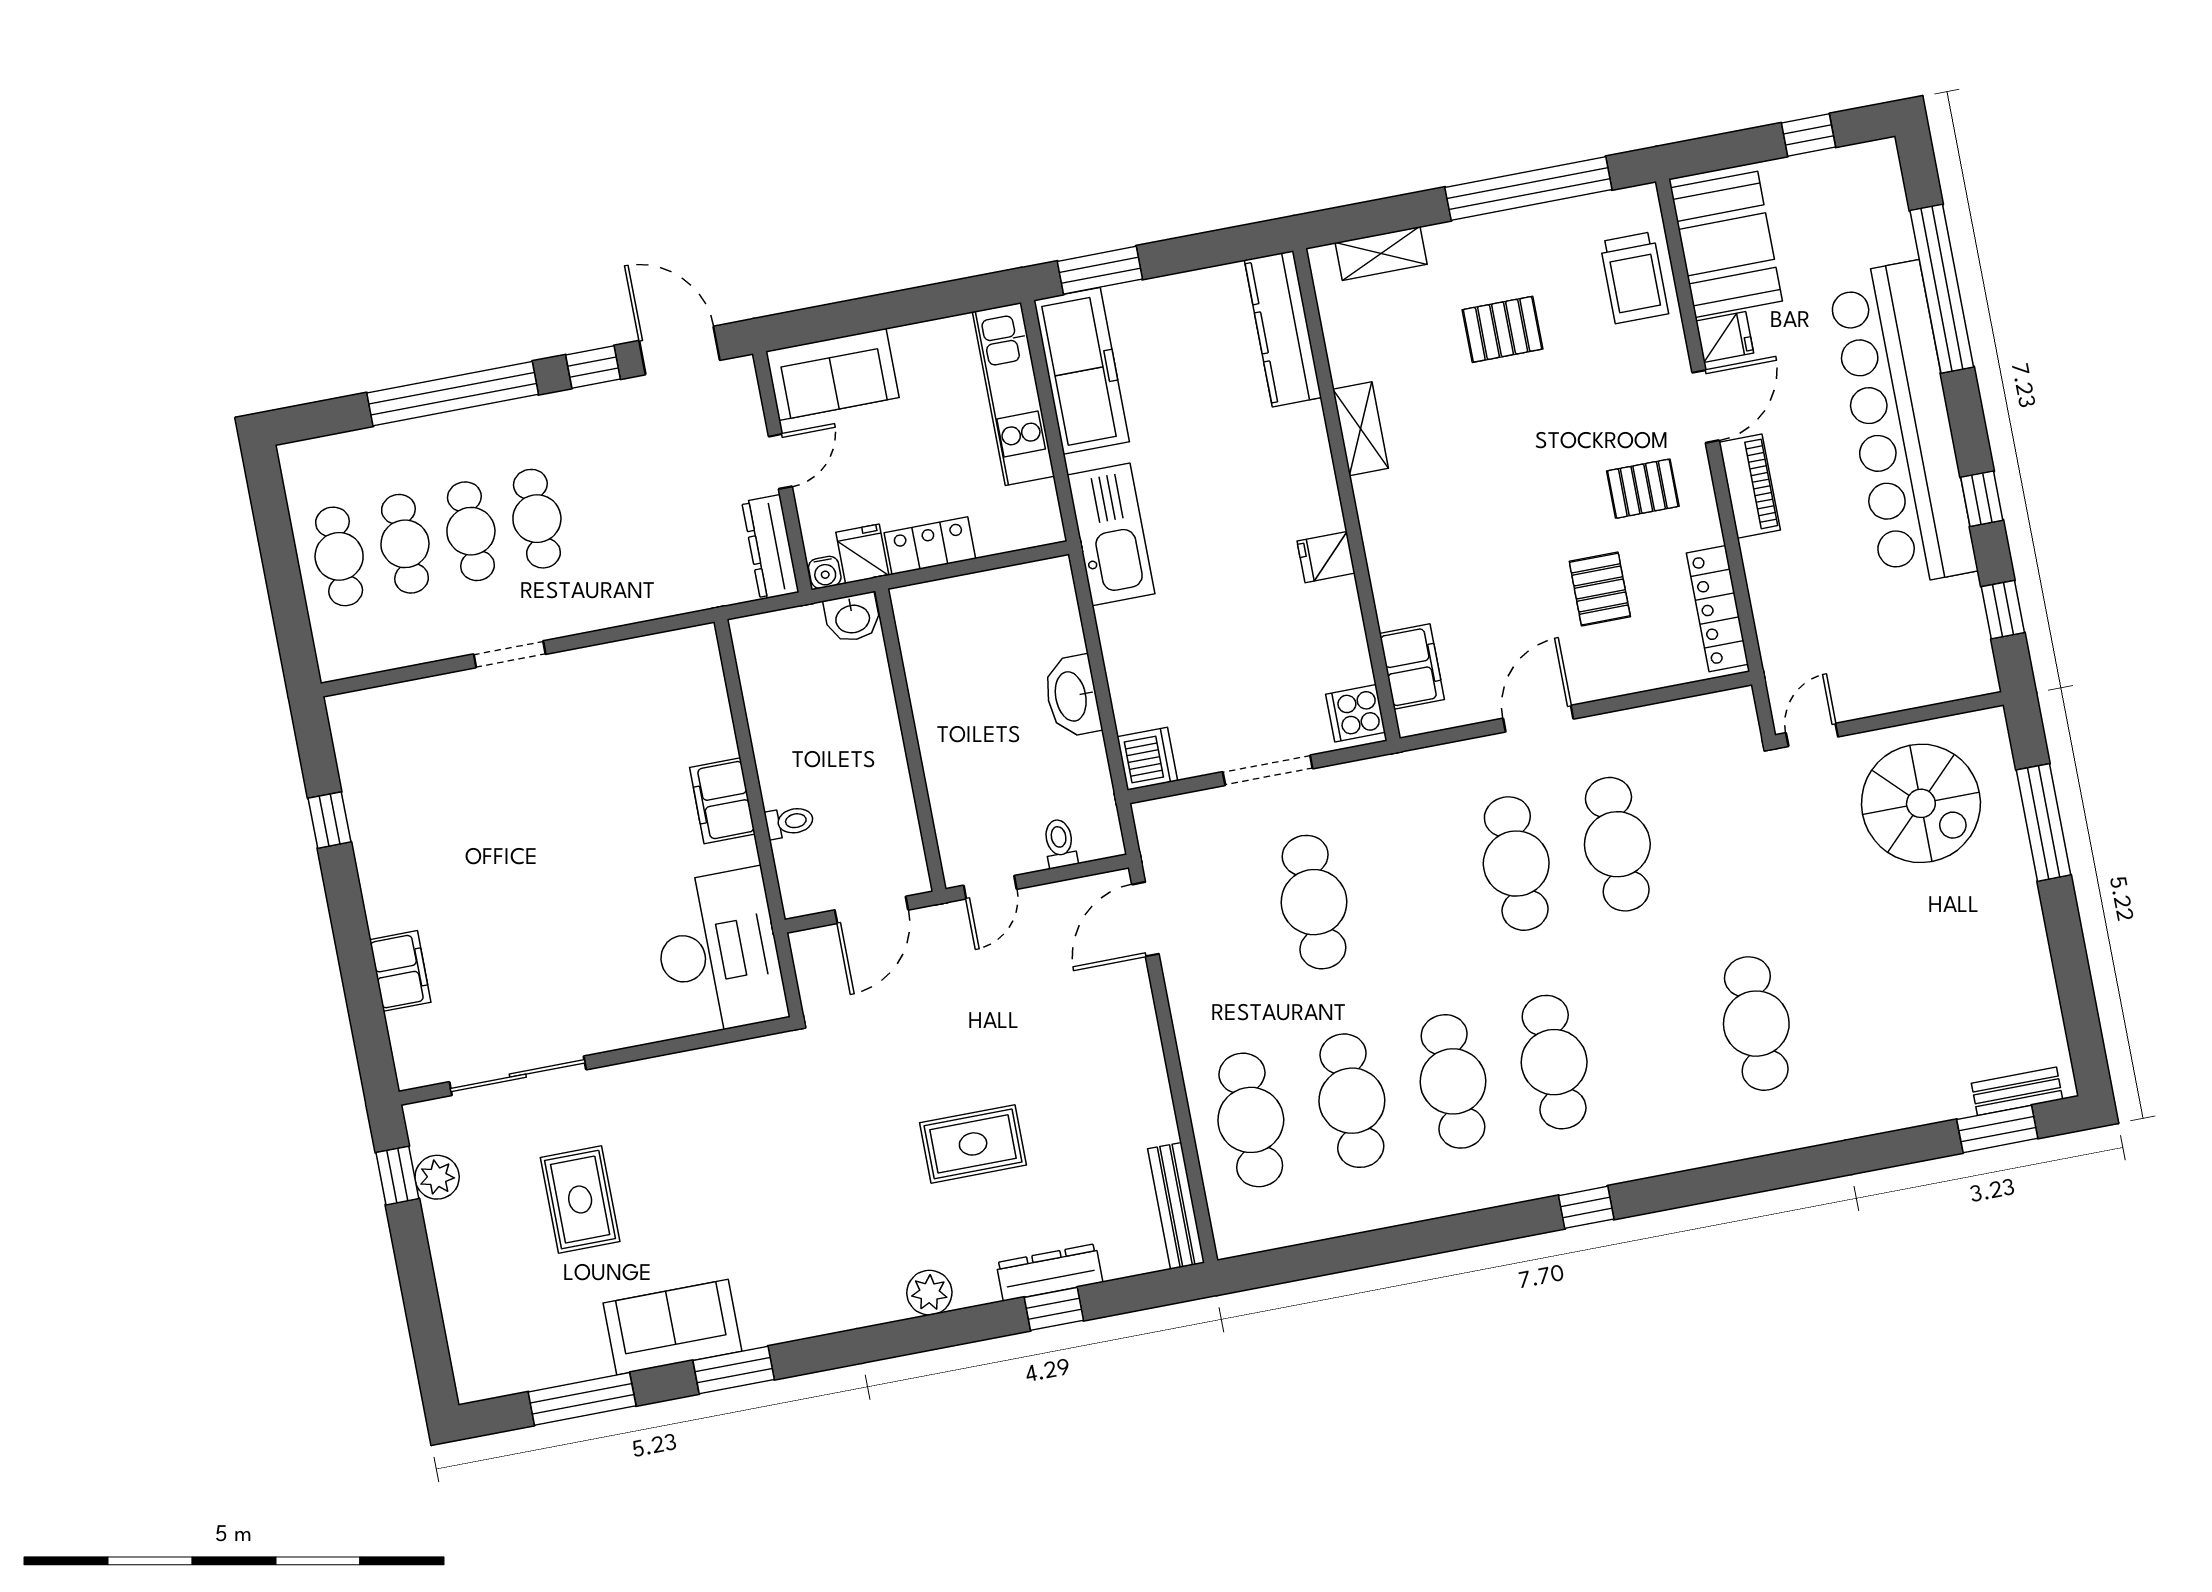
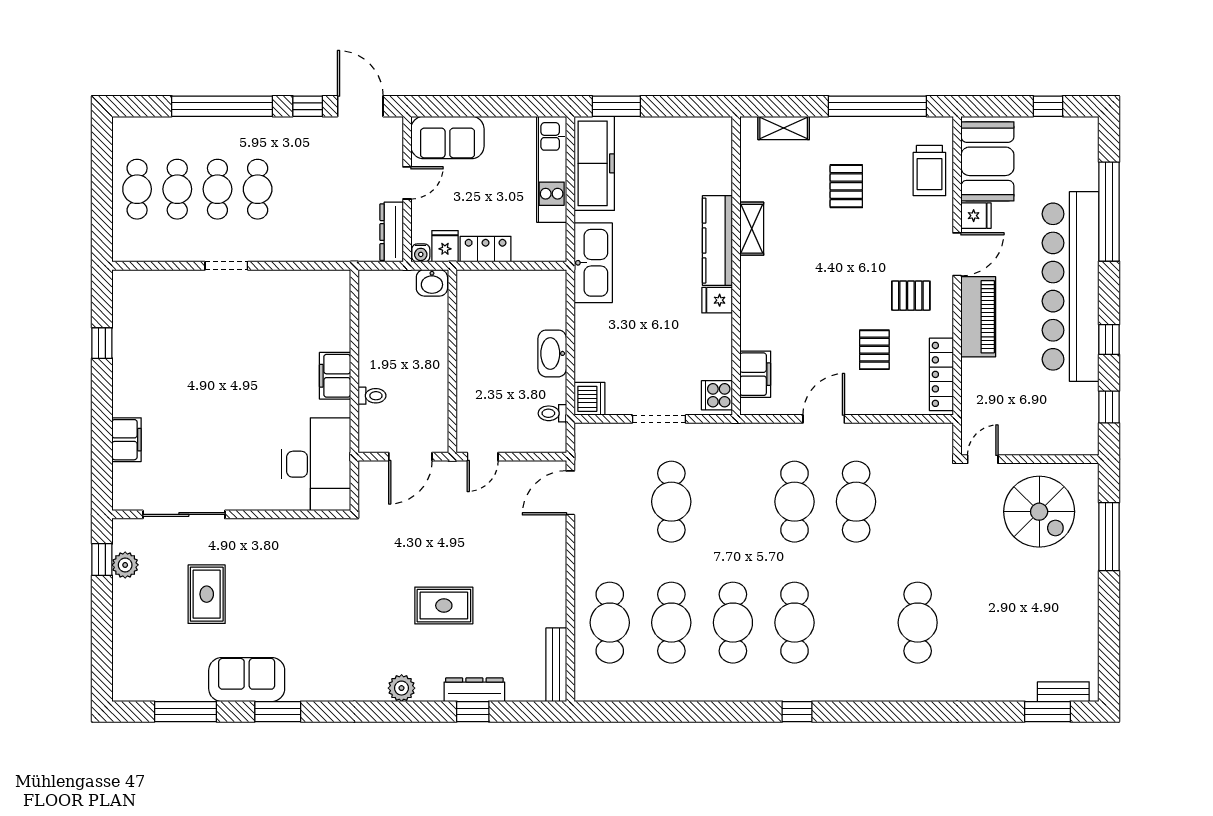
kitchen counter: (1283, 329) -> (717, 241), moved
pallet: (1503, 329) -> (846, 186), turned 90
piano: (1750, 486) -> (978, 317), width x1.37, depth x1.33
toilet: (1060, 843) -> (552, 413), moved, turned -90

